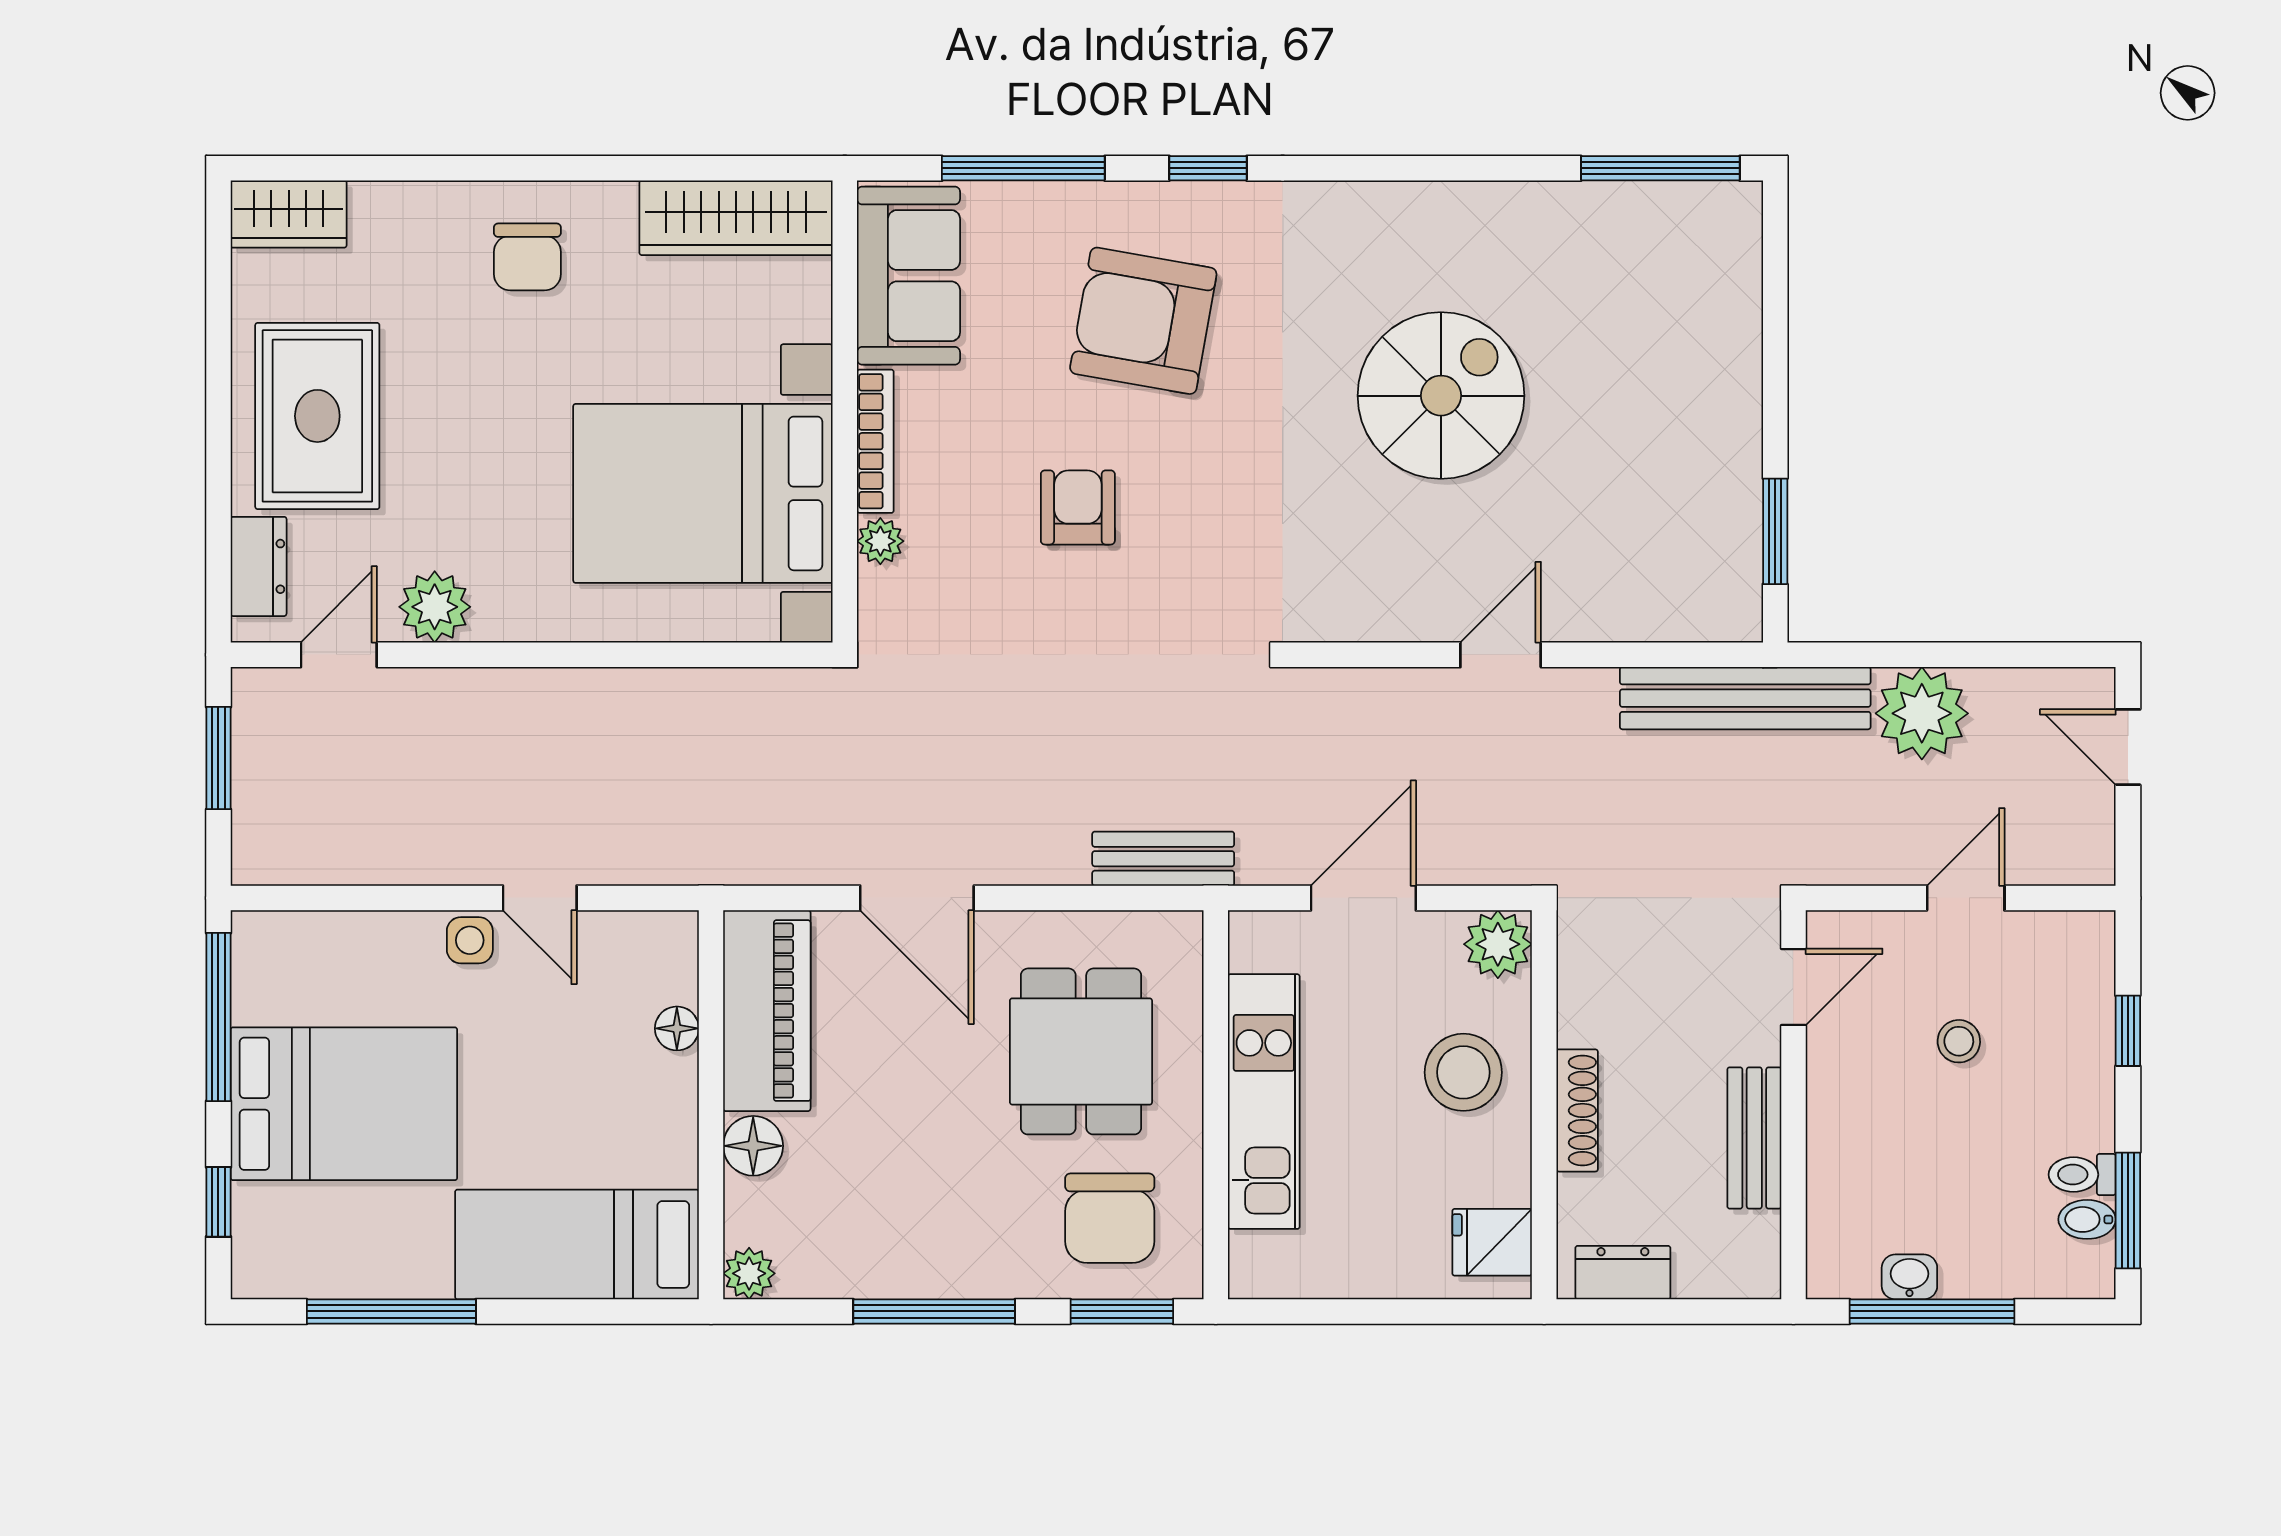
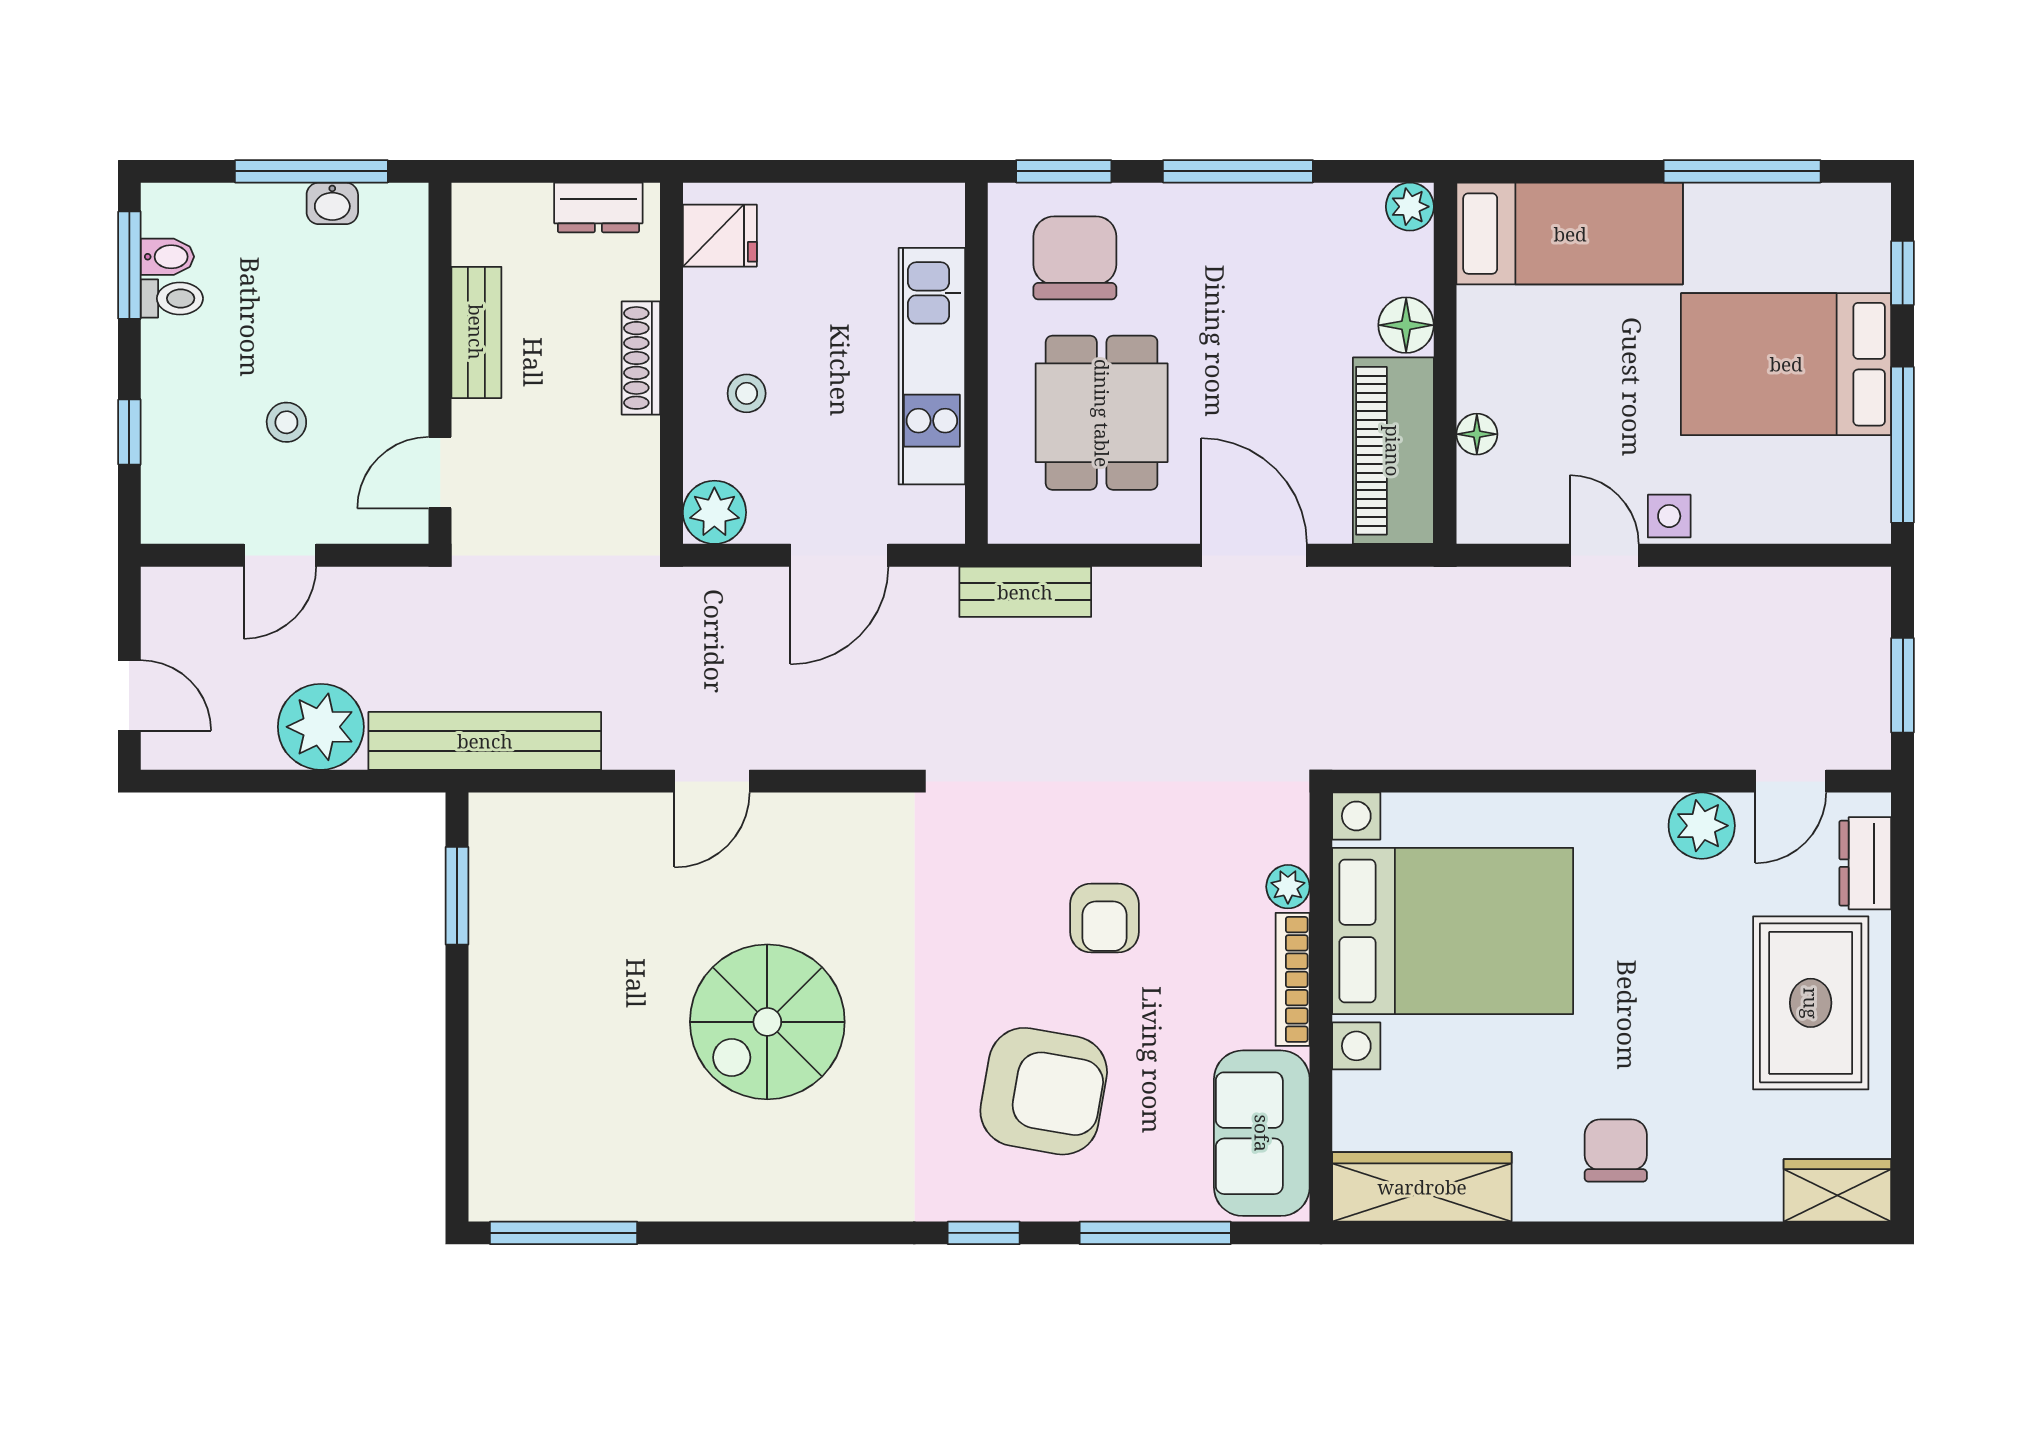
stool: (1463, 1072) -> (747, 393), width x0.53, depth x0.53

